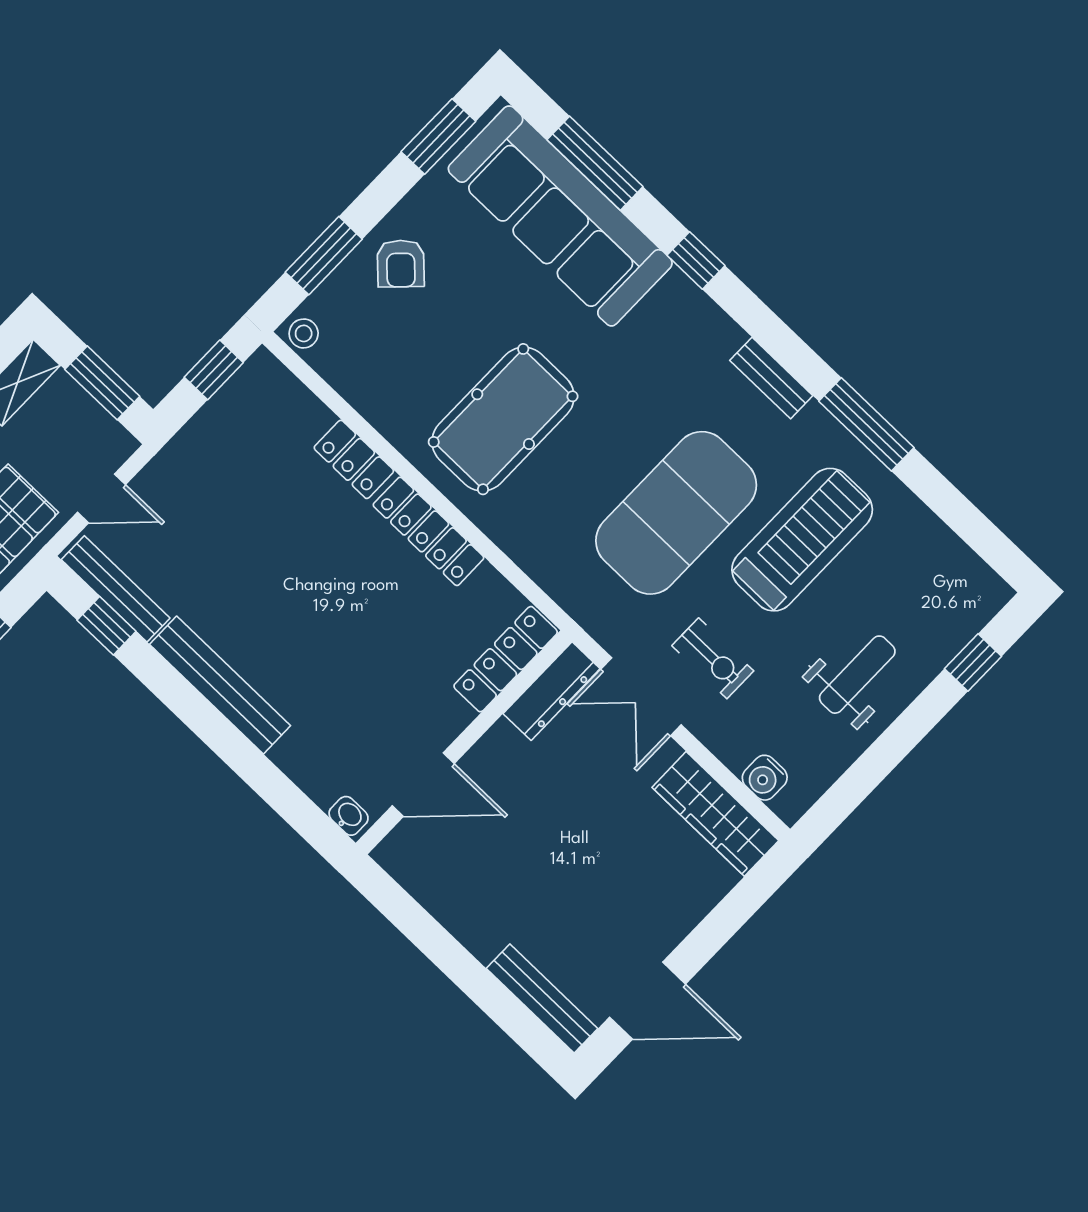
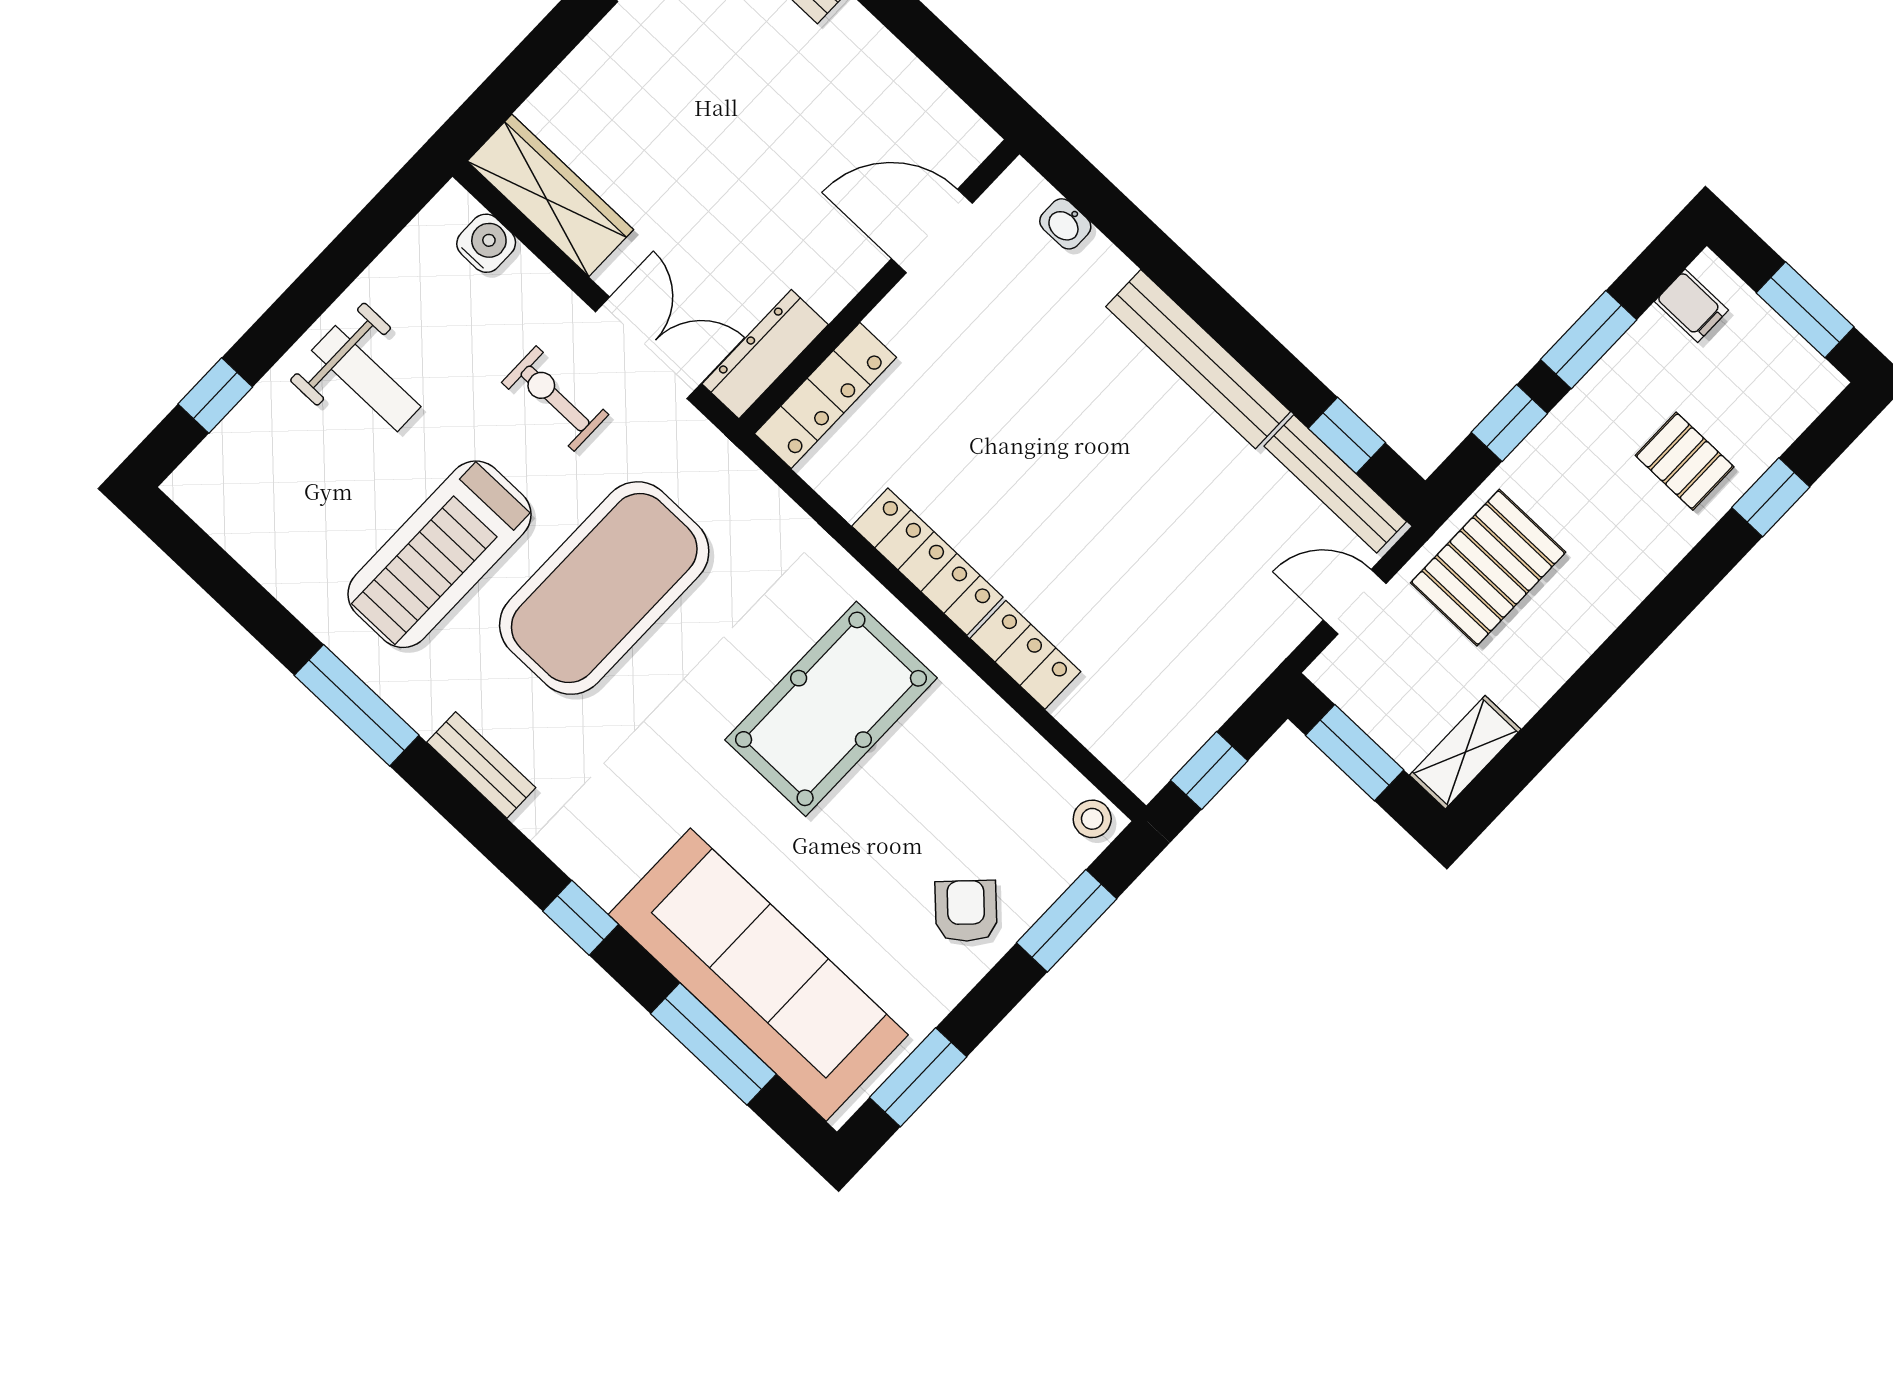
weight bench: (857, 675) -> (366, 379), turned -90
washbasin: (349, 816) -> (1065, 224), moved

